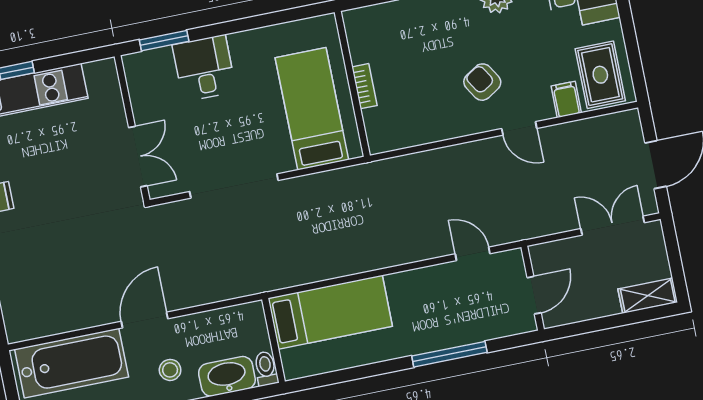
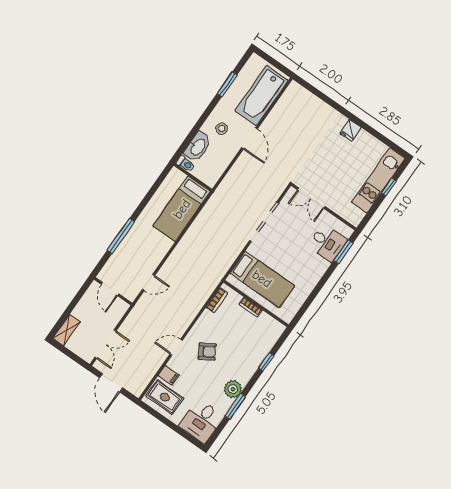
desk: (204, 68) -> (327, 243), moved
bookcase: (402, 140) -> (217, 300), added

